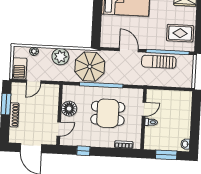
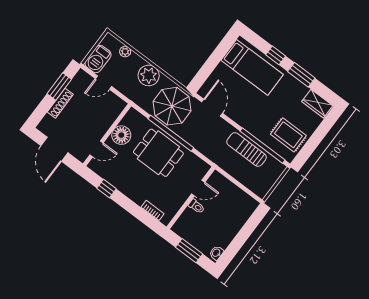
door: (129, 50) -> (212, 108), moved
dining table: (108, 113) -> (158, 153), moved

